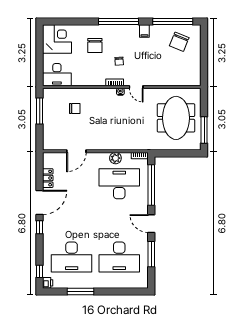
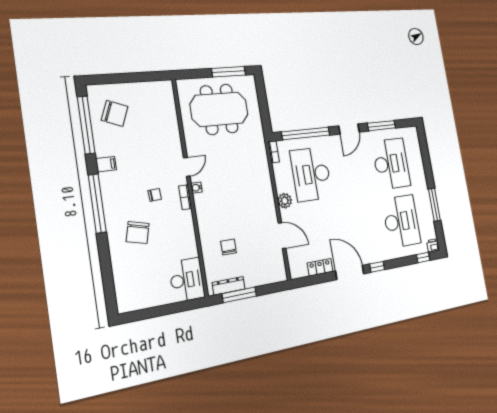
corner desk: (57, 39) -> (136, 289), removed
chair: (95, 46) -> (138, 233), turned 104
dresser: (47, 104) -> (229, 286), added
plant: (115, 158) -> (285, 201), moved

